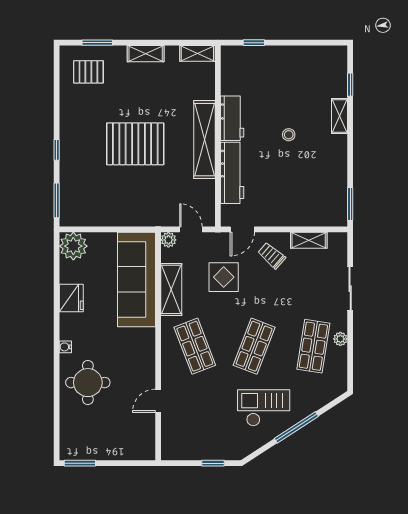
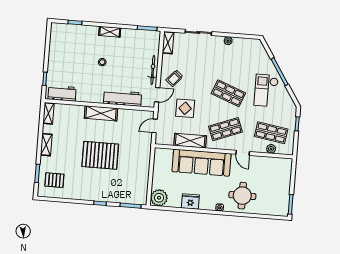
pallet: (88, 72) -> (54, 180), turned 90
shelving: (340, 116) -> (110, 32), moved
workbench: (232, 118) -> (62, 93), moved
shelving: (204, 140) -> (101, 113), width x0.68
pallet: (135, 144) -> (100, 155), turned 90
bicycle: (282, 219) -> (153, 70), added
door: (242, 229) -> (157, 95), hinge flipped
plant: (168, 240) -> (271, 149), moved
shelving: (309, 240) -> (168, 43), moved
sofa: (136, 279) -> (202, 163), moved
shop shelf: (313, 346) -> (271, 133), moved
door: (158, 401) -> (243, 153), moved

